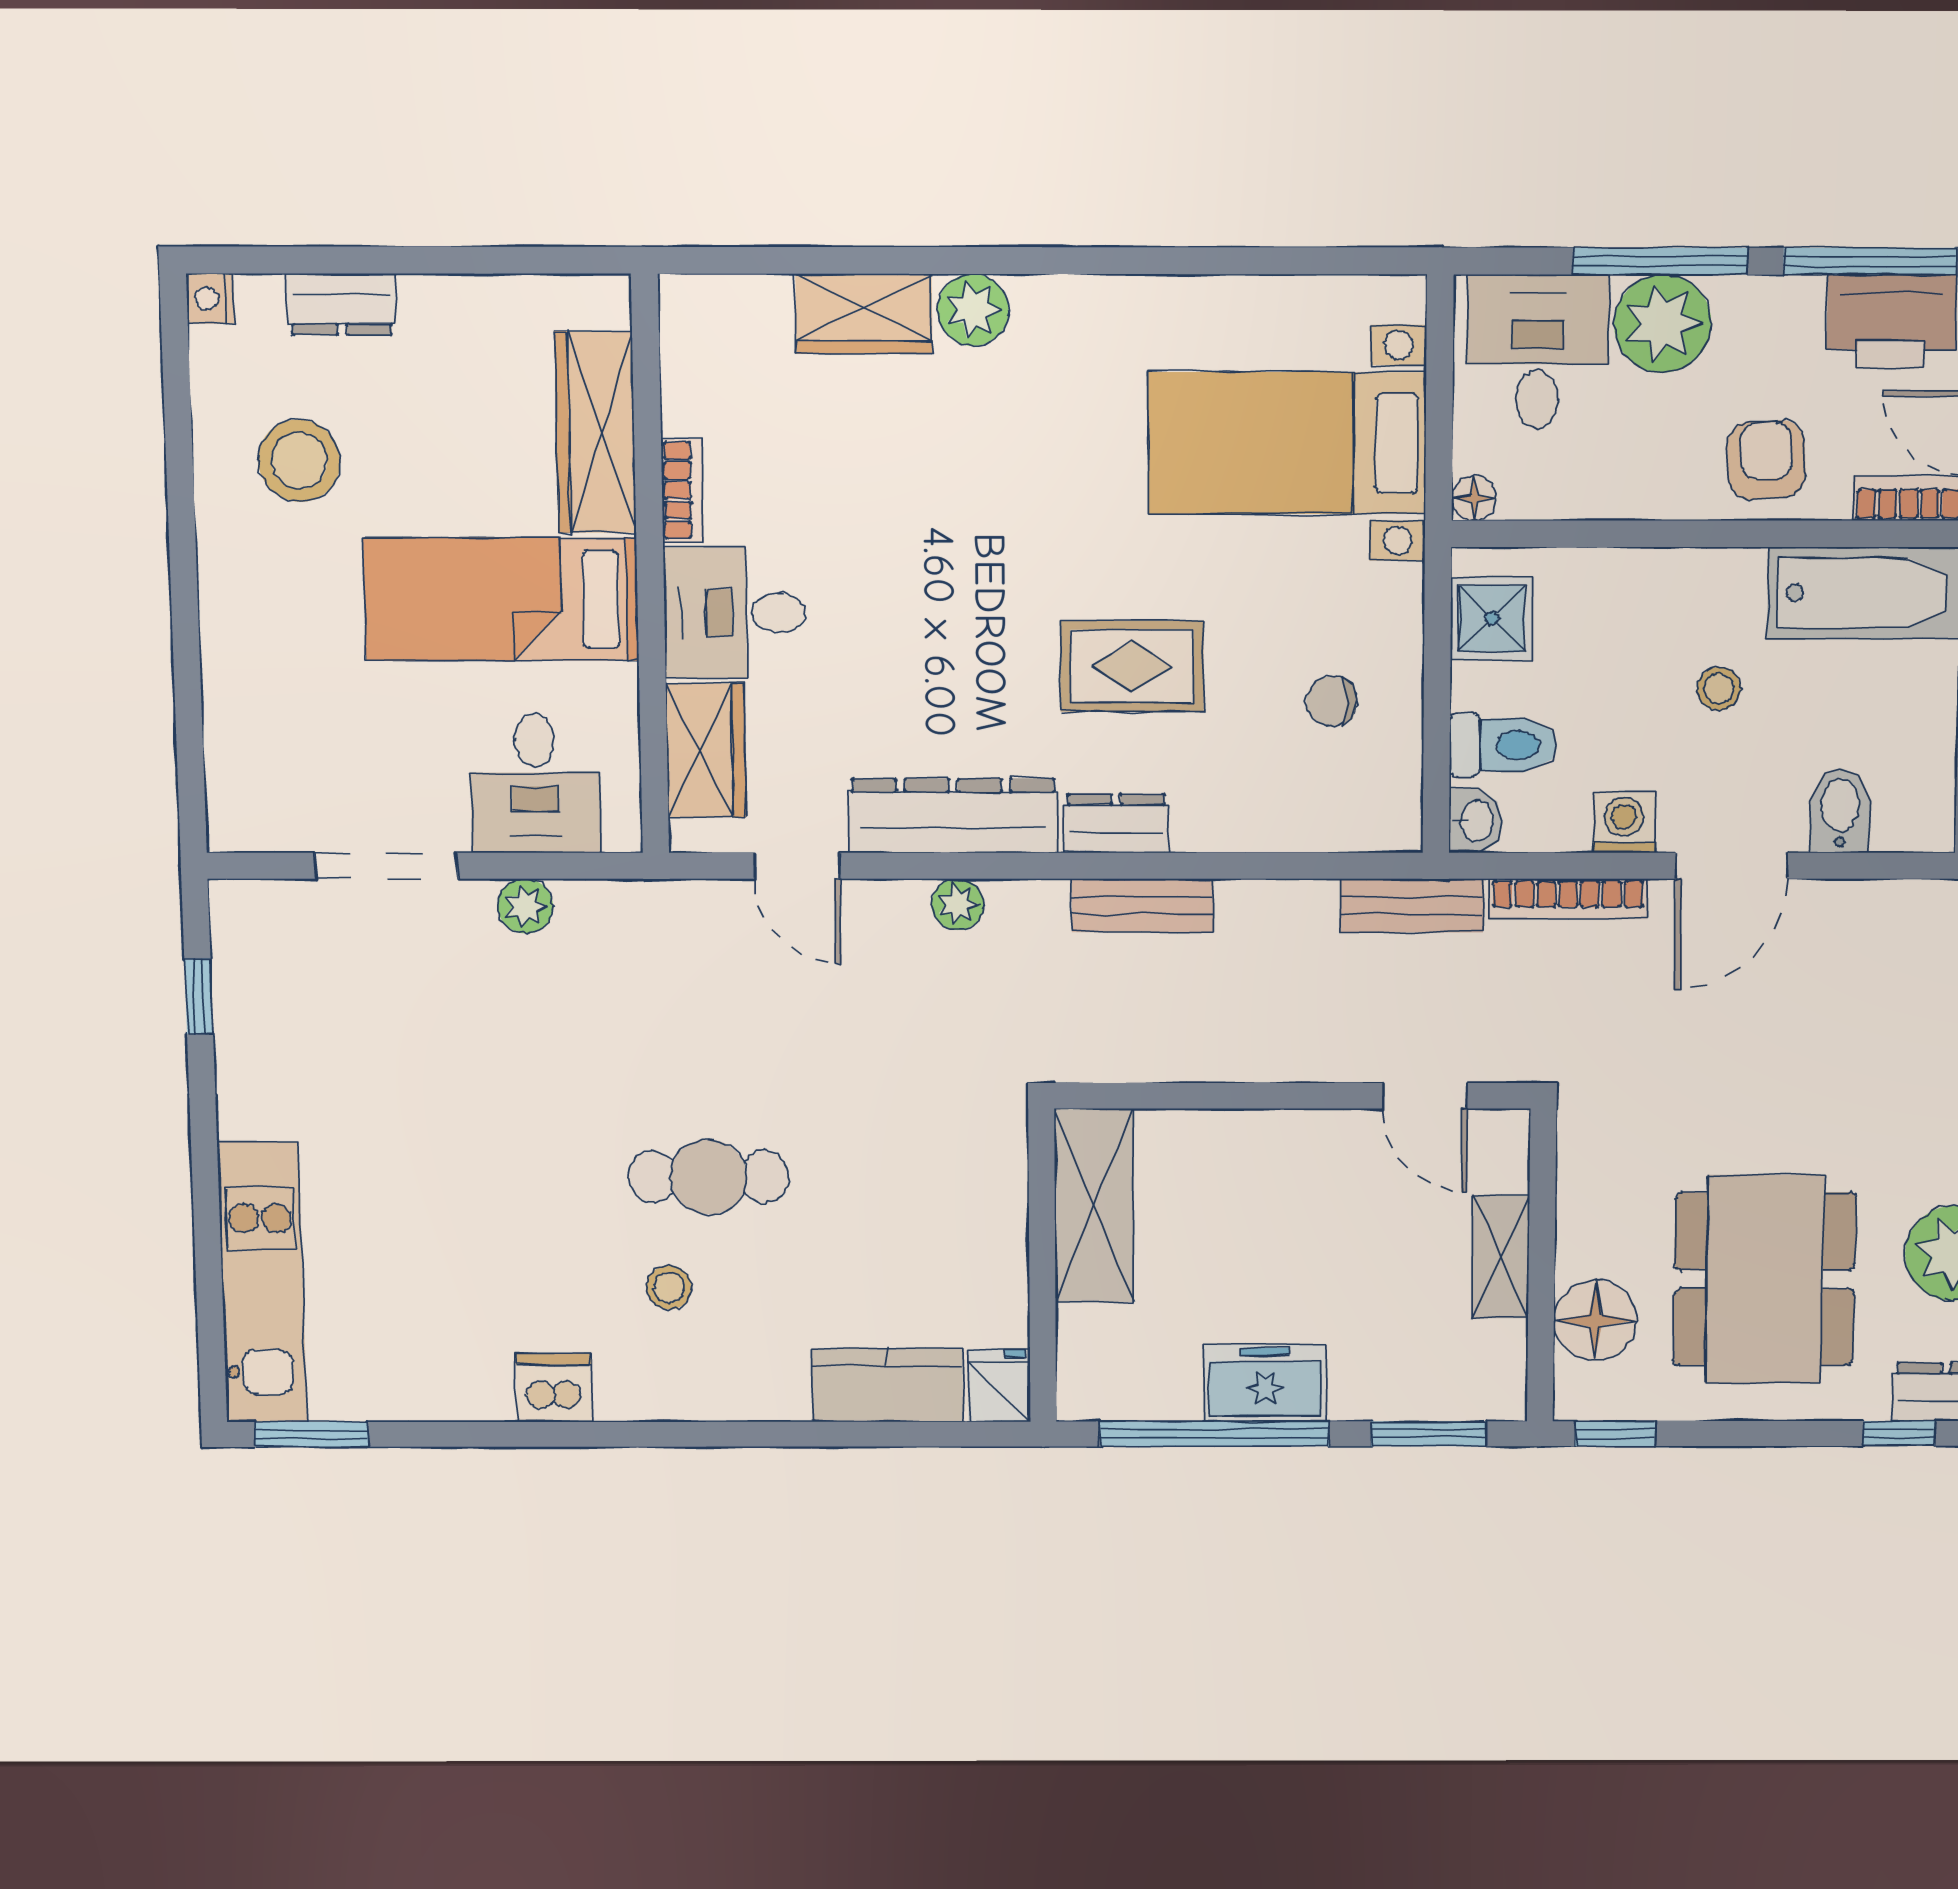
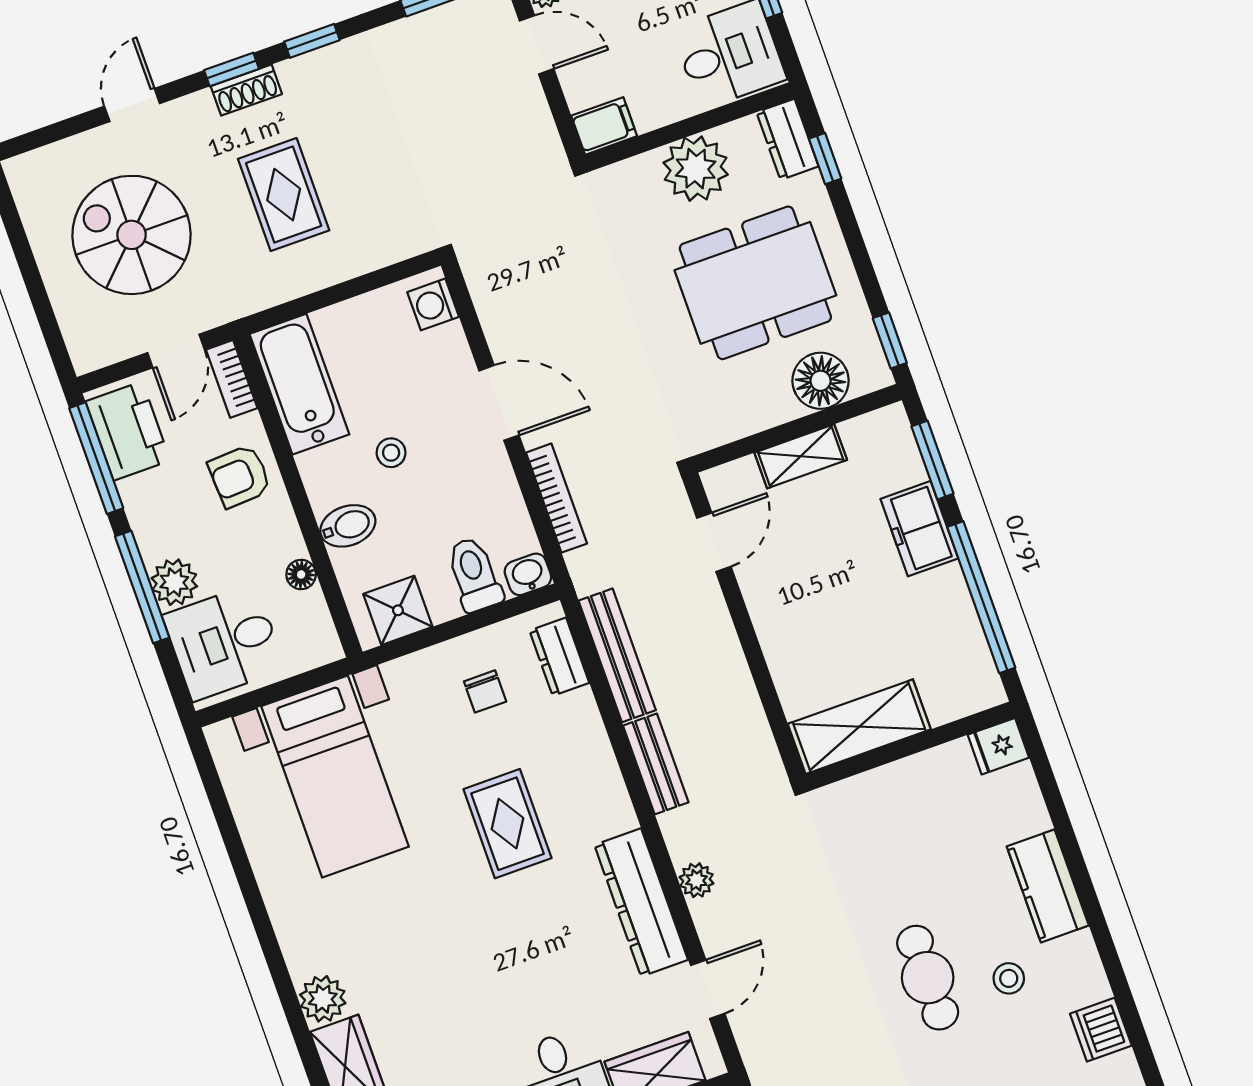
plant: (1663, 324) -> (174, 582), width x0.73, depth x0.73
floor lamp: (1474, 498) -> (301, 574), moved
bidet: (1840, 811) -> (348, 526), moved, turned 180
washing machine: (1624, 823) -> (433, 304), moved
dresser: (1116, 824) -> (559, 657), moved
bench: (1412, 906) -> (617, 655), moved, width x1.36
freezer: (1265, 1383) -> (919, 529), moved
kitchen counter: (887, 1385) -> (1048, 886), moved

